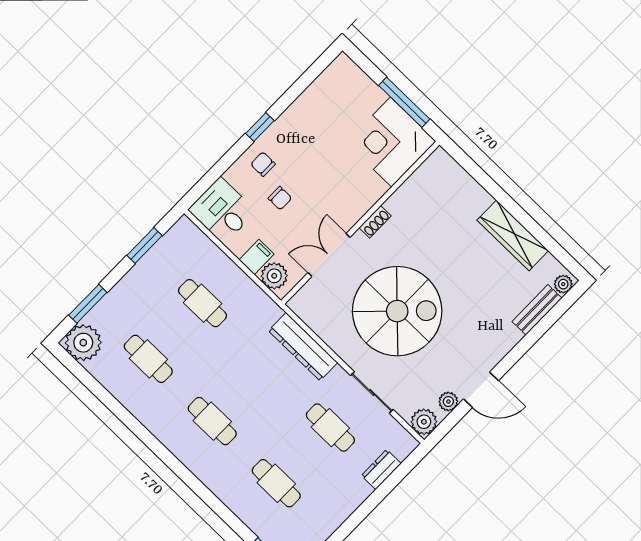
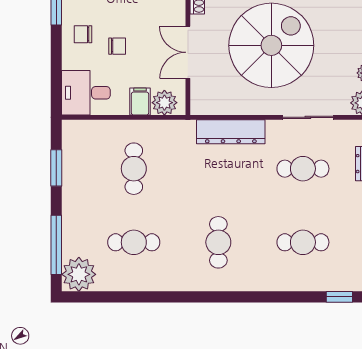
cafe table: (202, 303) -> (134, 169), turned 90
window: (88, 304) -> (56, 245), width x1.44
cafe table: (212, 421) -> (218, 242), turned 90

